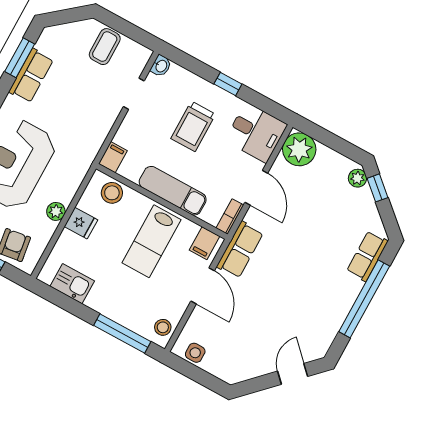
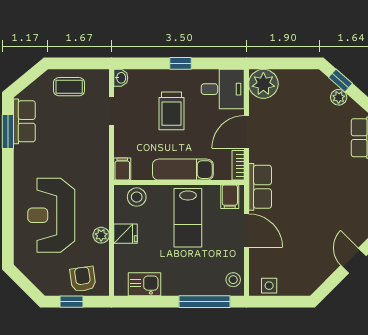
coffee table: (105, 47) -> (69, 87), turned 90
row of seats: (31, 76) -> (24, 121), moved
plant: (357, 178) -> (339, 97), moved
door: (256, 188) -> (246, 132), swing flipped

